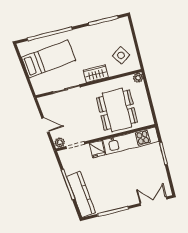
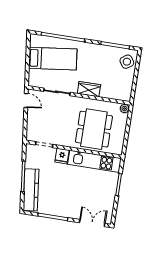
side table: (121, 55) -> (127, 62), moved
door: (45, 125) -> (26, 100), moved
plant: (60, 142) -> (31, 136), removed

